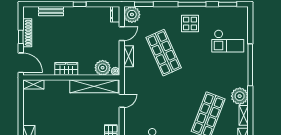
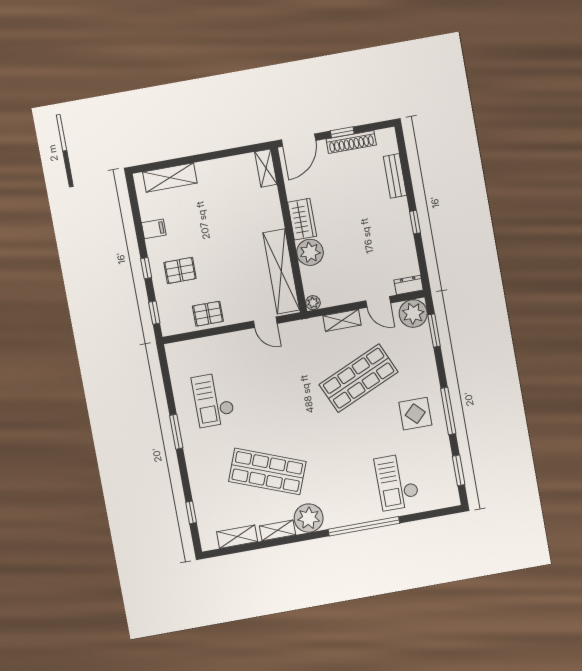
plant: (103, 68) -> (310, 252), moved

